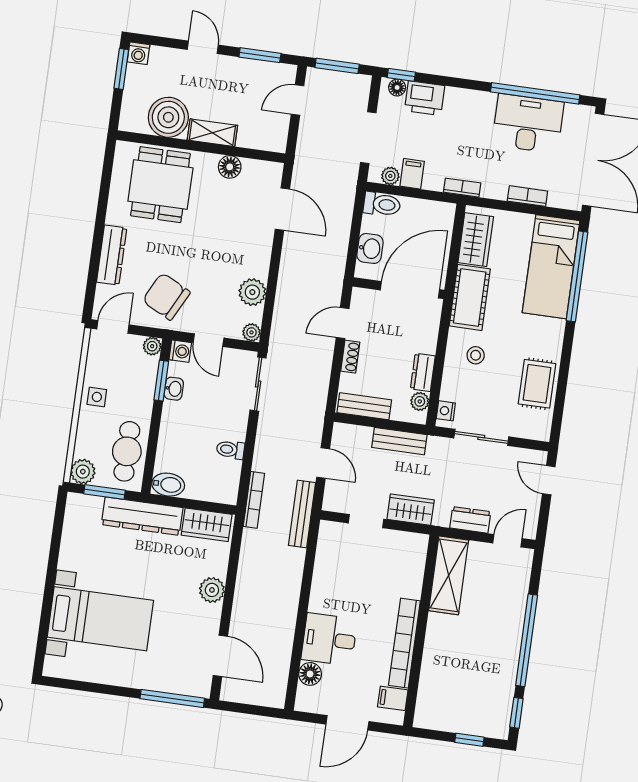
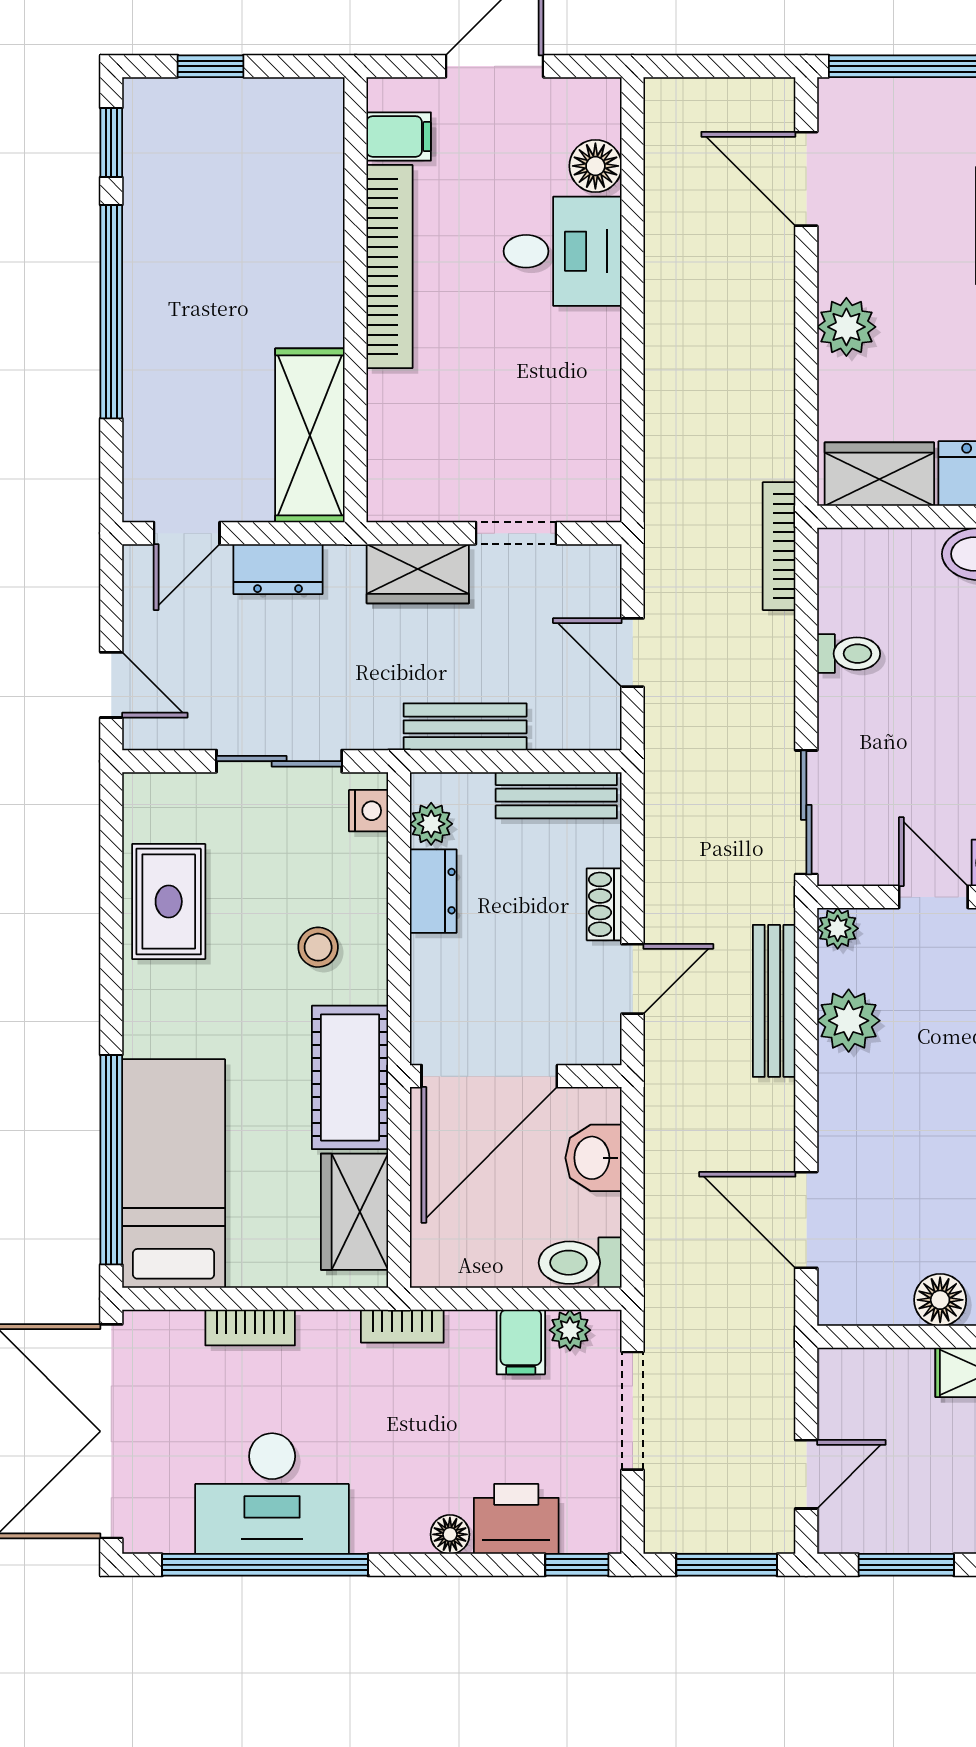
floor lamp: (397, 87) -> (450, 1534), moved
bench: (302, 514) -> (774, 1001), moved

